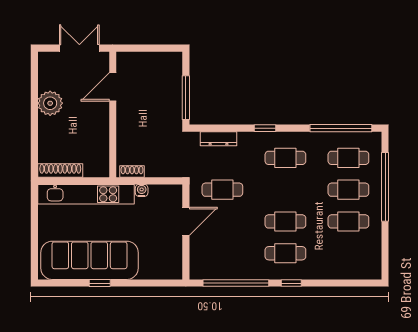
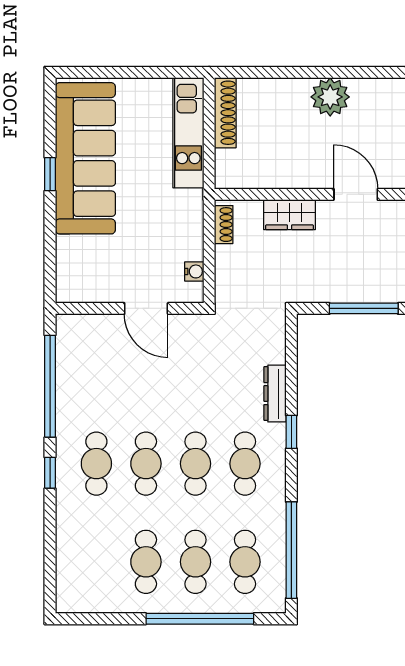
window: (186, 98) -> (364, 308), moved
wardrobe: (126, 129) -> (290, 215), added
dresser: (218, 139) -> (275, 394), moved
water cooler: (142, 190) -> (194, 271), moved
cafe table: (222, 190) -> (195, 464), moved
kitchen unit: (86, 194) -> (188, 133), width x0.73

